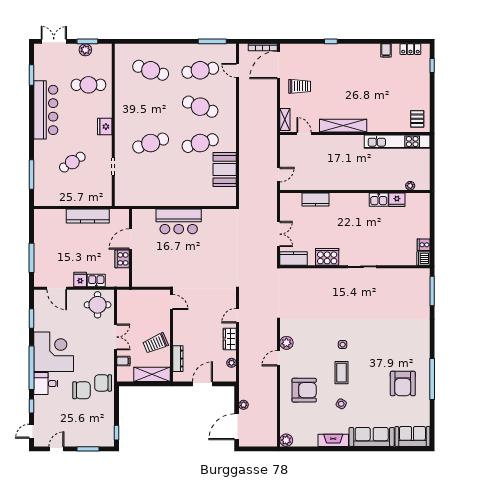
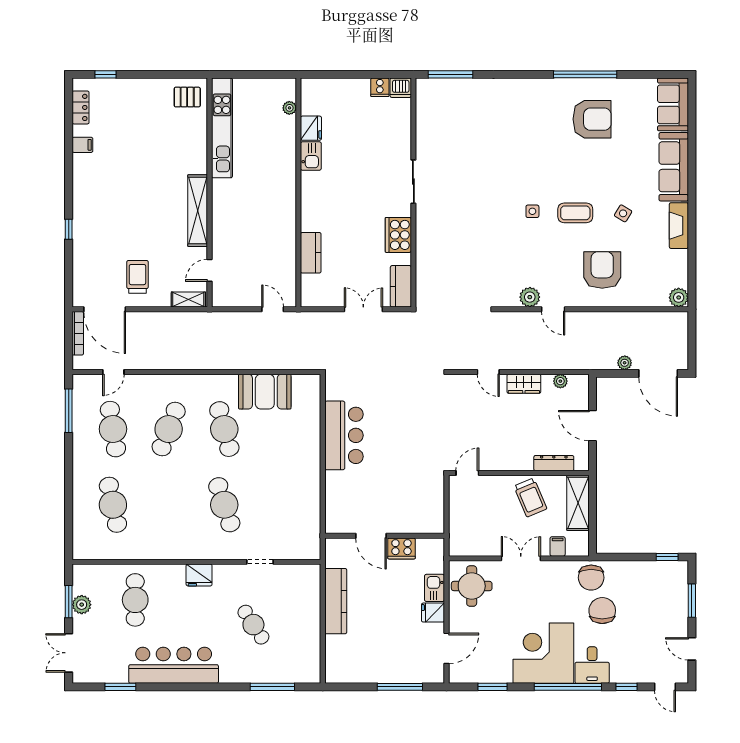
cafe table: (151, 70) -> (113, 505), turned -30
bar counter: (179, 221) -> (344, 435), moved

